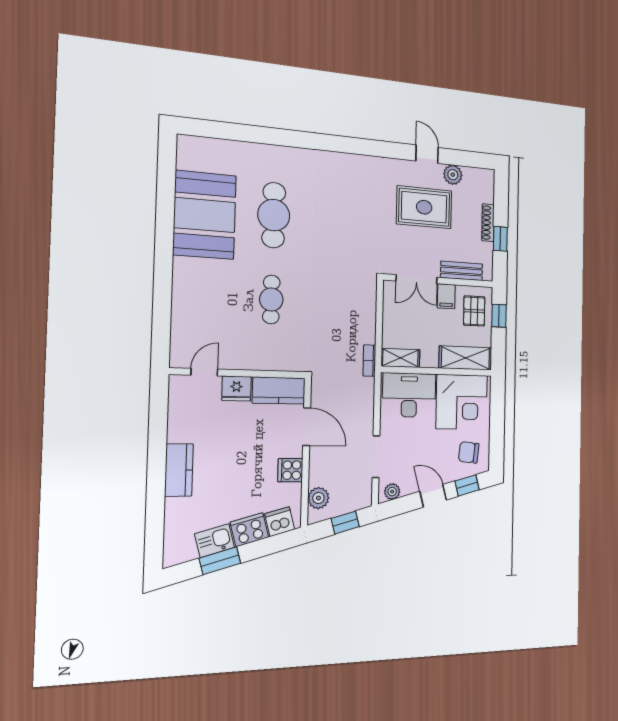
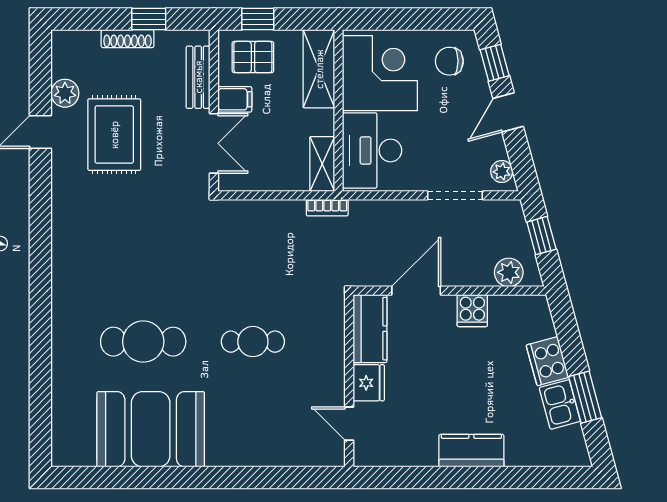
chair: (469, 452) -> (449, 61), turned 84
dishwasher: (280, 522) -> (538, 323), removed

